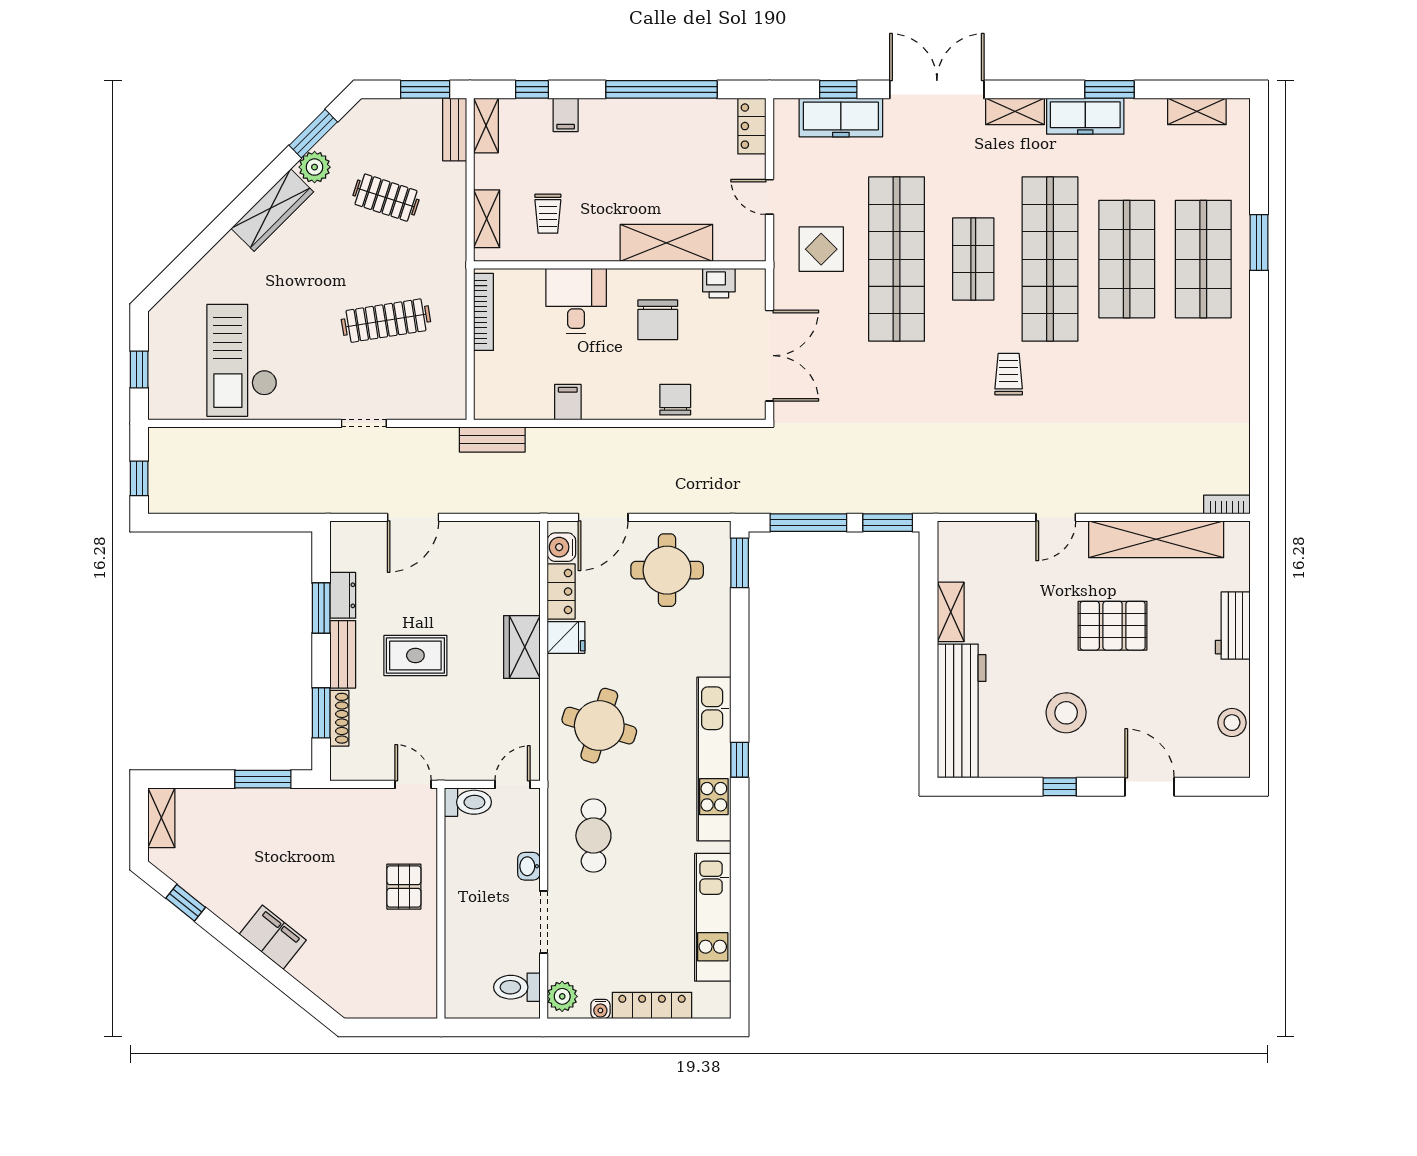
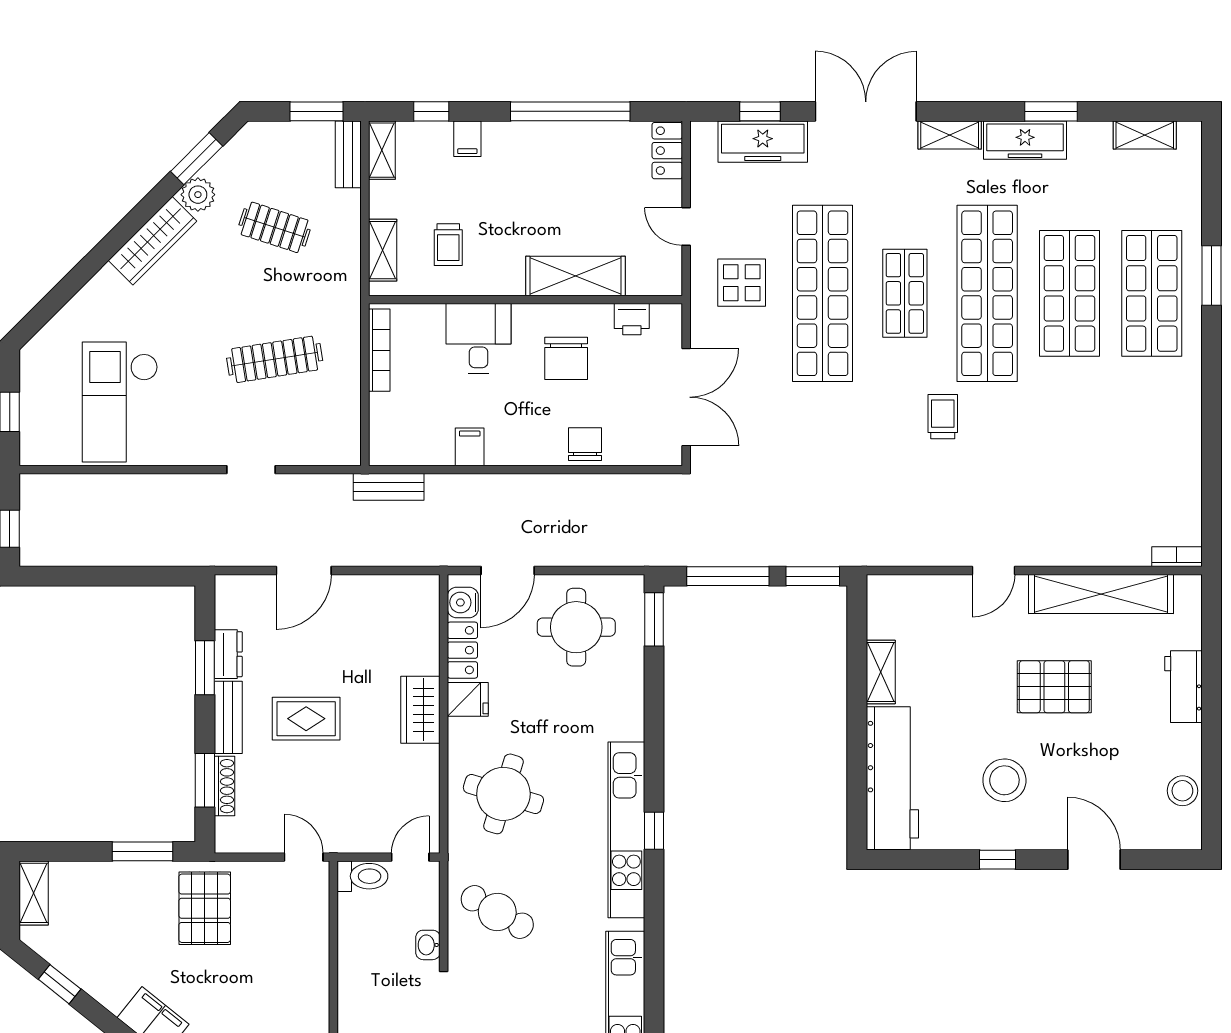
cafe table: (593, 836) -> (497, 912), turned -60
pallet: (404, 887) -> (205, 908), moved, width x1.50, depth x1.42

